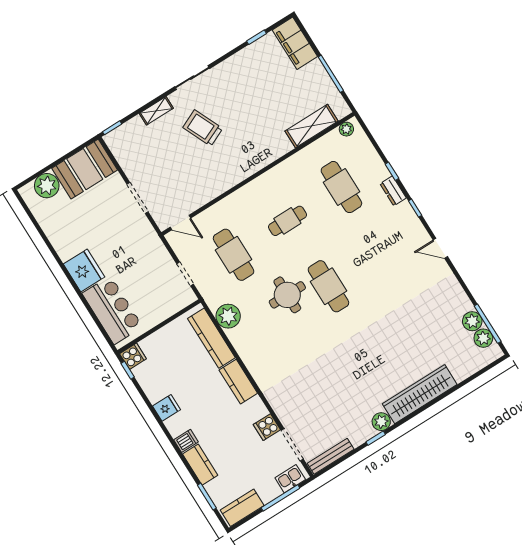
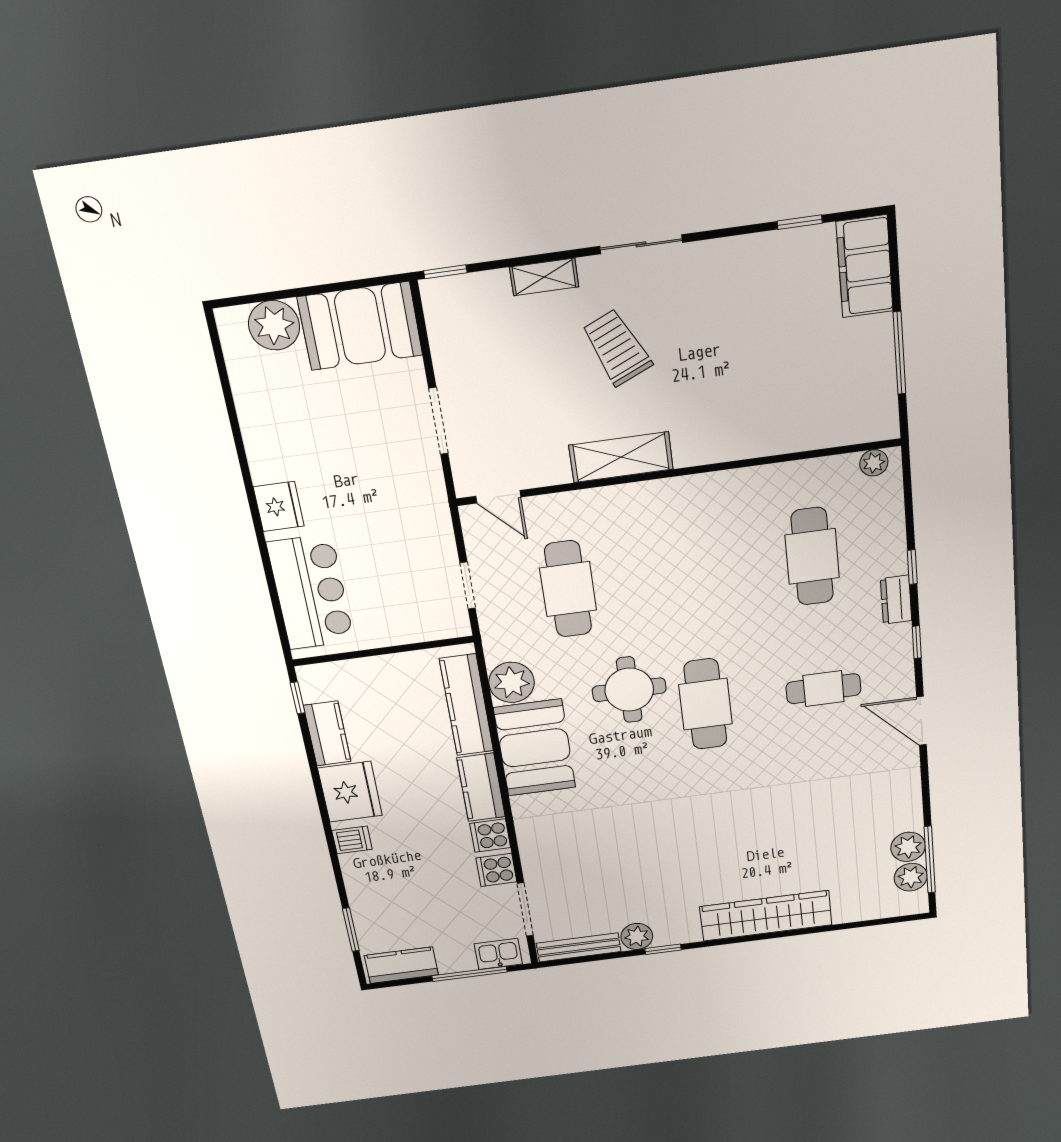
shelving: (312, 126) -> (621, 457), moved
cafe table: (287, 221) -> (823, 689), moved
door: (440, 248) -> (921, 721), width x1.38
fridge: (84, 270) -> (279, 506), width x0.73, depth x0.75
booth: (255, 347) -> (535, 748), added
cooker: (133, 356) -> (490, 836), moved, turned 180
fridge: (166, 408) -> (350, 792), width x1.88, depth x1.34
plant: (381, 422) -> (637, 936), moved
kitchen counter: (200, 465) -> (327, 734), moved

